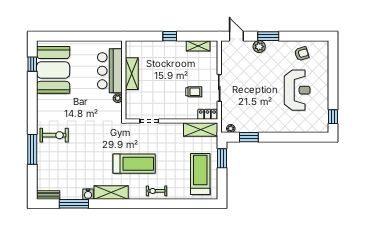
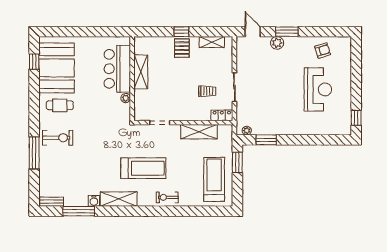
pallet: (170, 51) -> (182, 48), added
cafe table: (56, 105) -> (60, 105), added
shelving: (201, 130) -> (199, 132), moved

